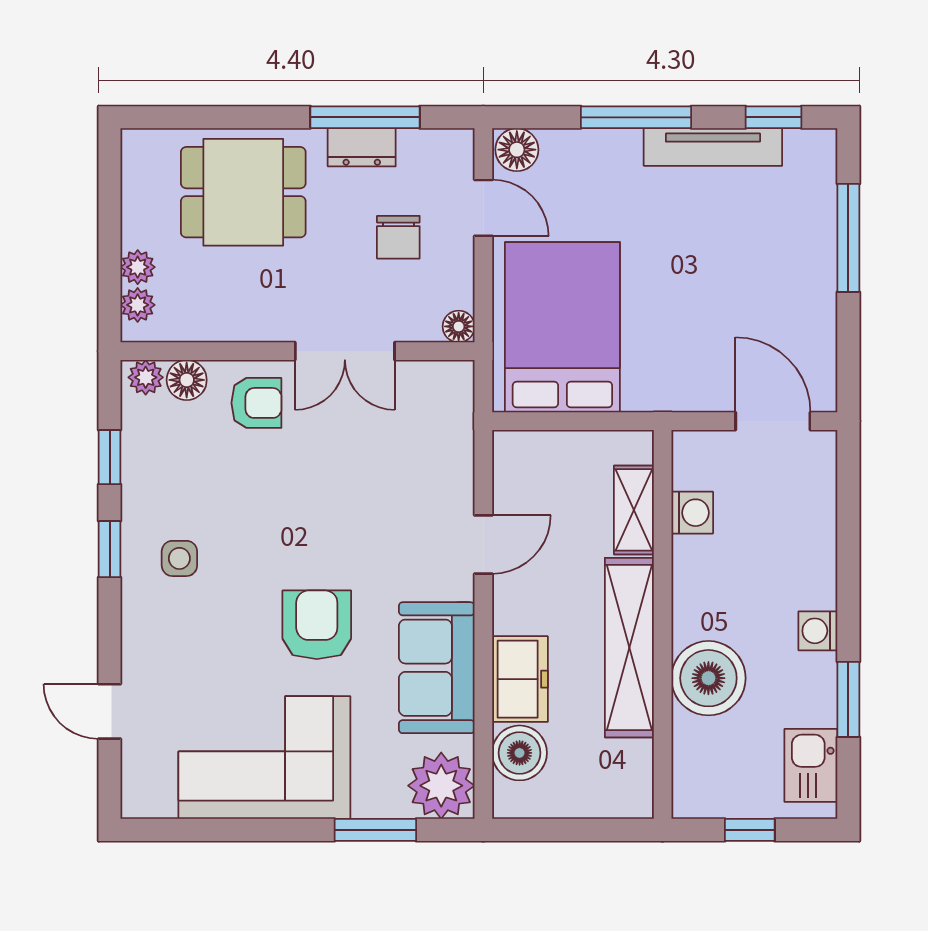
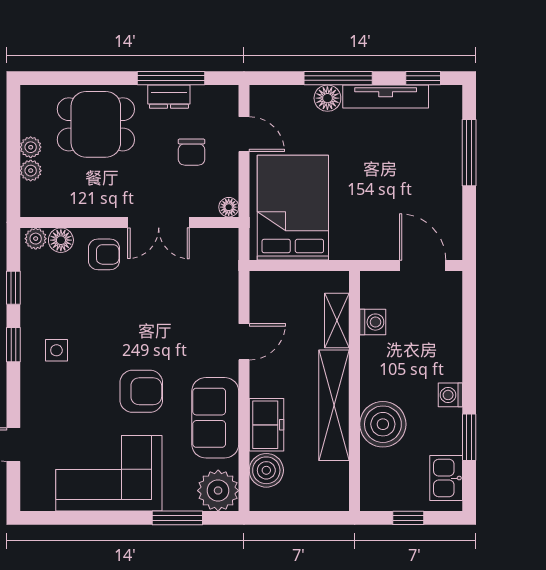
floor lamp: (517, 150) -> (327, 98), moved
plant: (138, 305) -> (31, 147), moved
armchair: (317, 625) -> (141, 391), turned 90

